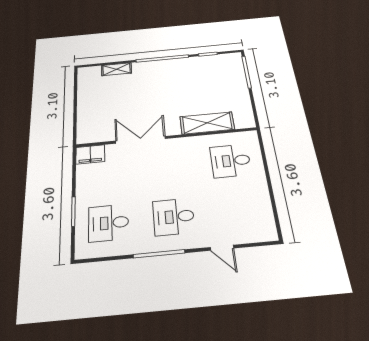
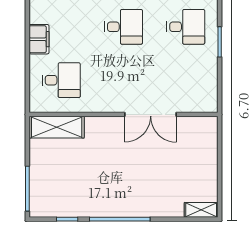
shelving: (117, 69) -> (201, 210), moved
shelving: (207, 123) -> (57, 127), moved
filing cabinet: (90, 154) -> (39, 39), moved, turned 90

